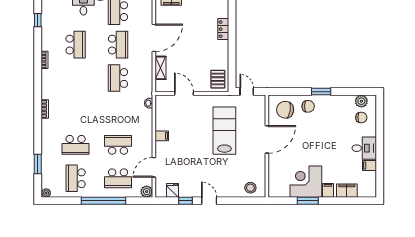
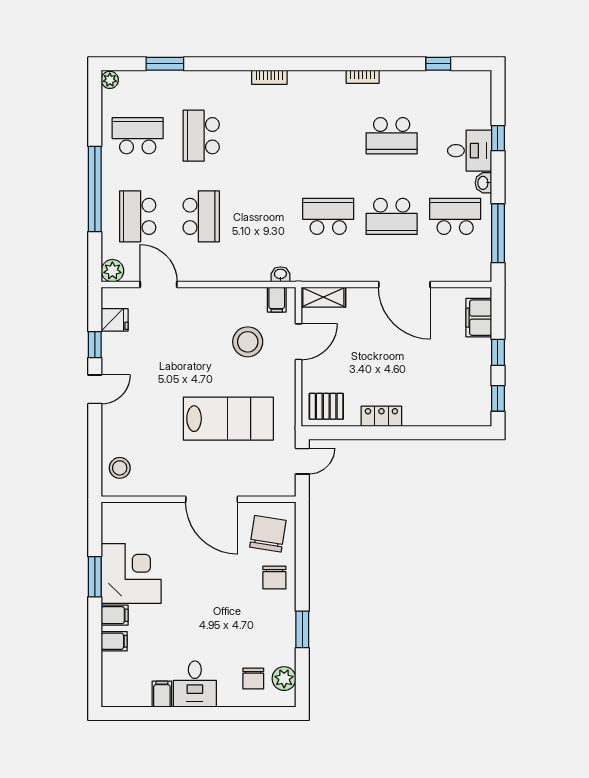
locker: (223, 29) -> (381, 416), moved
shelving: (160, 68) -> (323, 297), moved
window: (321, 92) -> (302, 629), moved
stool: (184, 120) -> (248, 342), added
filing cabinet: (162, 136) -> (277, 300), moved
filing cabinet: (347, 191) -> (114, 641), width x0.50

